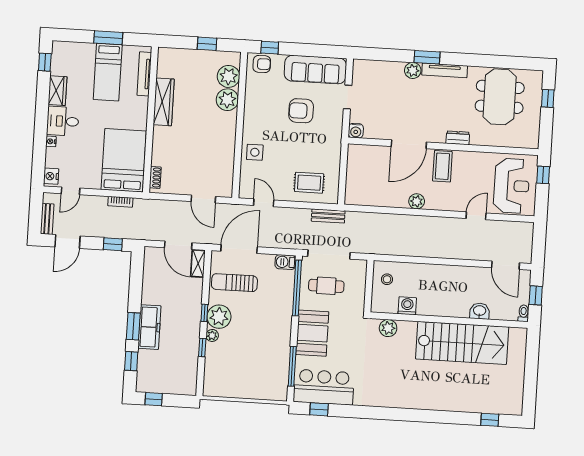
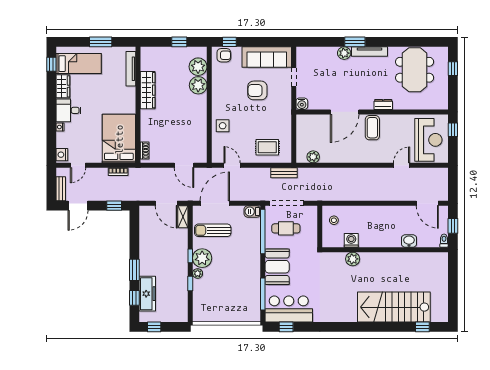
bed: (108, 72) -> (79, 64), moved, turned -90
plant: (417, 201) -> (313, 157), moved
freezer: (149, 327) -> (147, 294), moved
plant: (388, 328) -> (353, 259), moved
stairs: (462, 343) -> (394, 307), moved, turned 180

